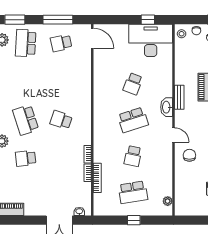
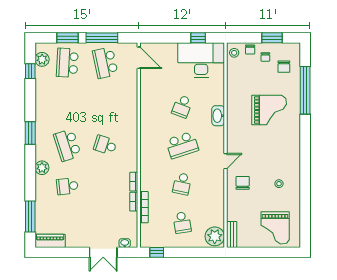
window: (15, 20) -> (67, 38), moved
school desk: (61, 43) -> (105, 63), width x1.85
bench: (179, 97) -> (232, 234), moved
washbasin: (167, 107) -> (218, 116), moved
door: (173, 135) -> (226, 161), hinge flipped
school desk: (133, 192) -> (182, 222), width x0.54
plant: (168, 201) -> (215, 236), width x1.88, depth x1.88
window: (134, 220) -> (157, 252), moved

